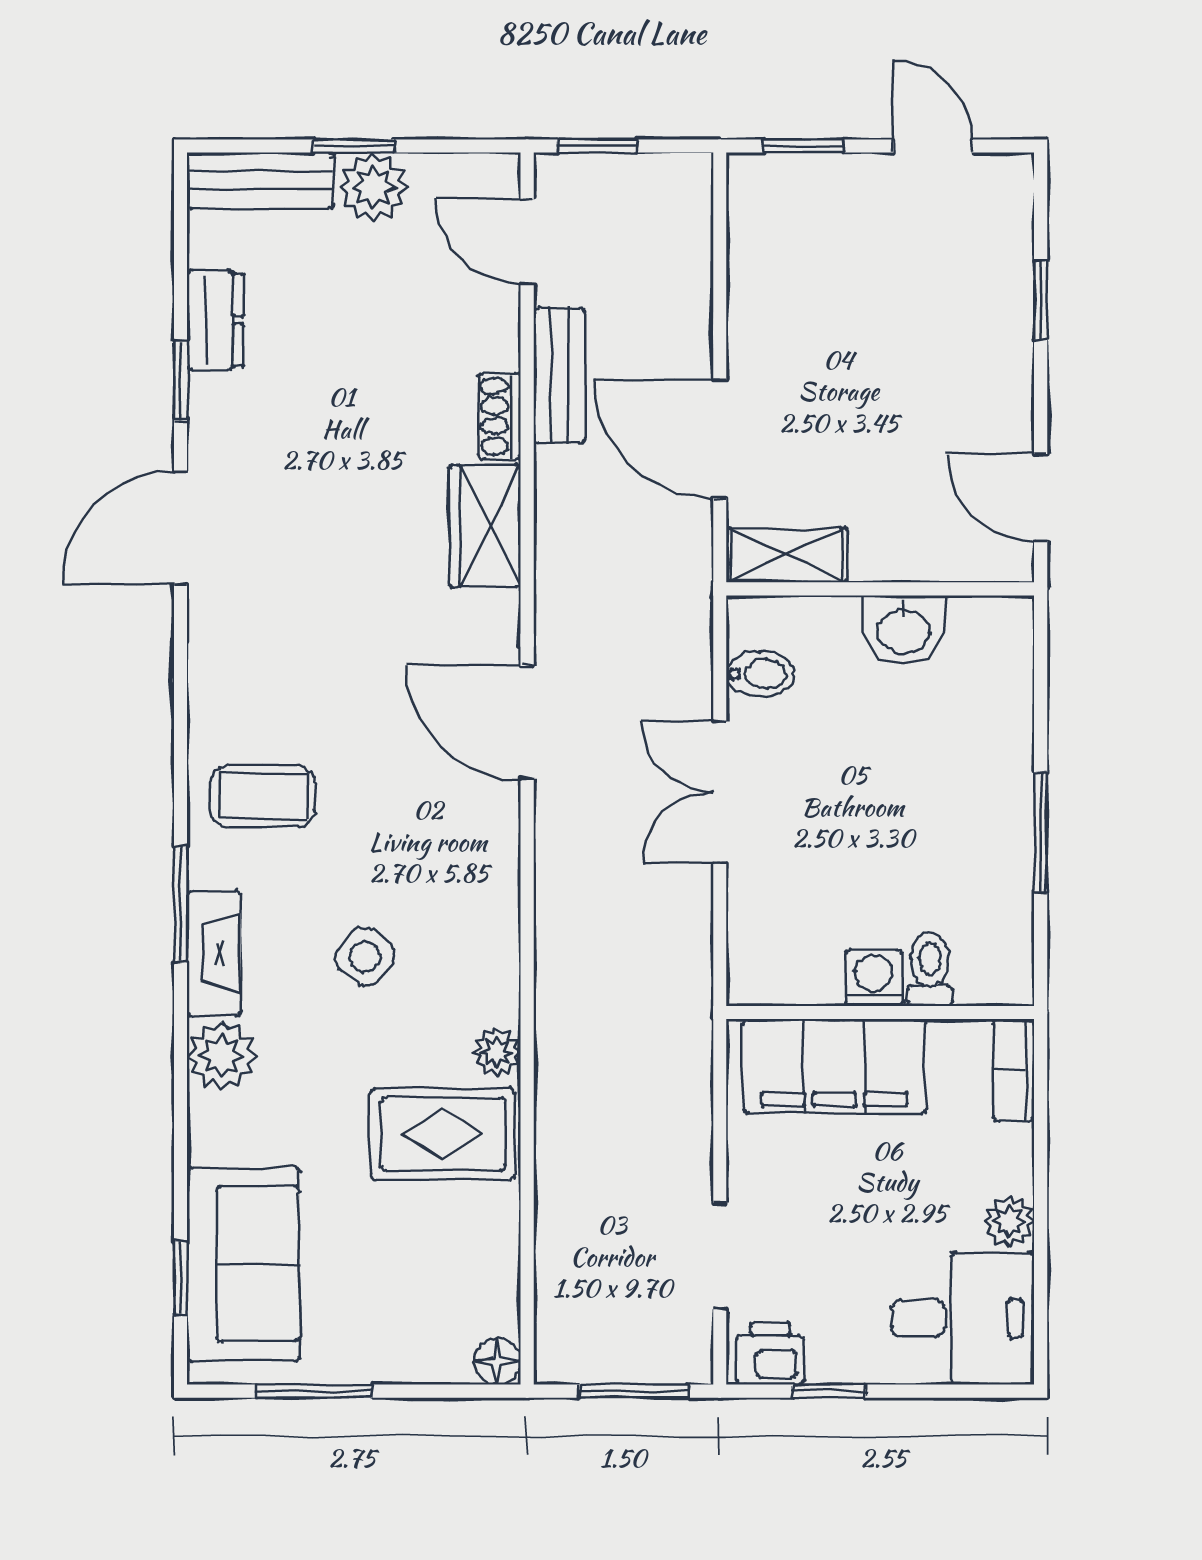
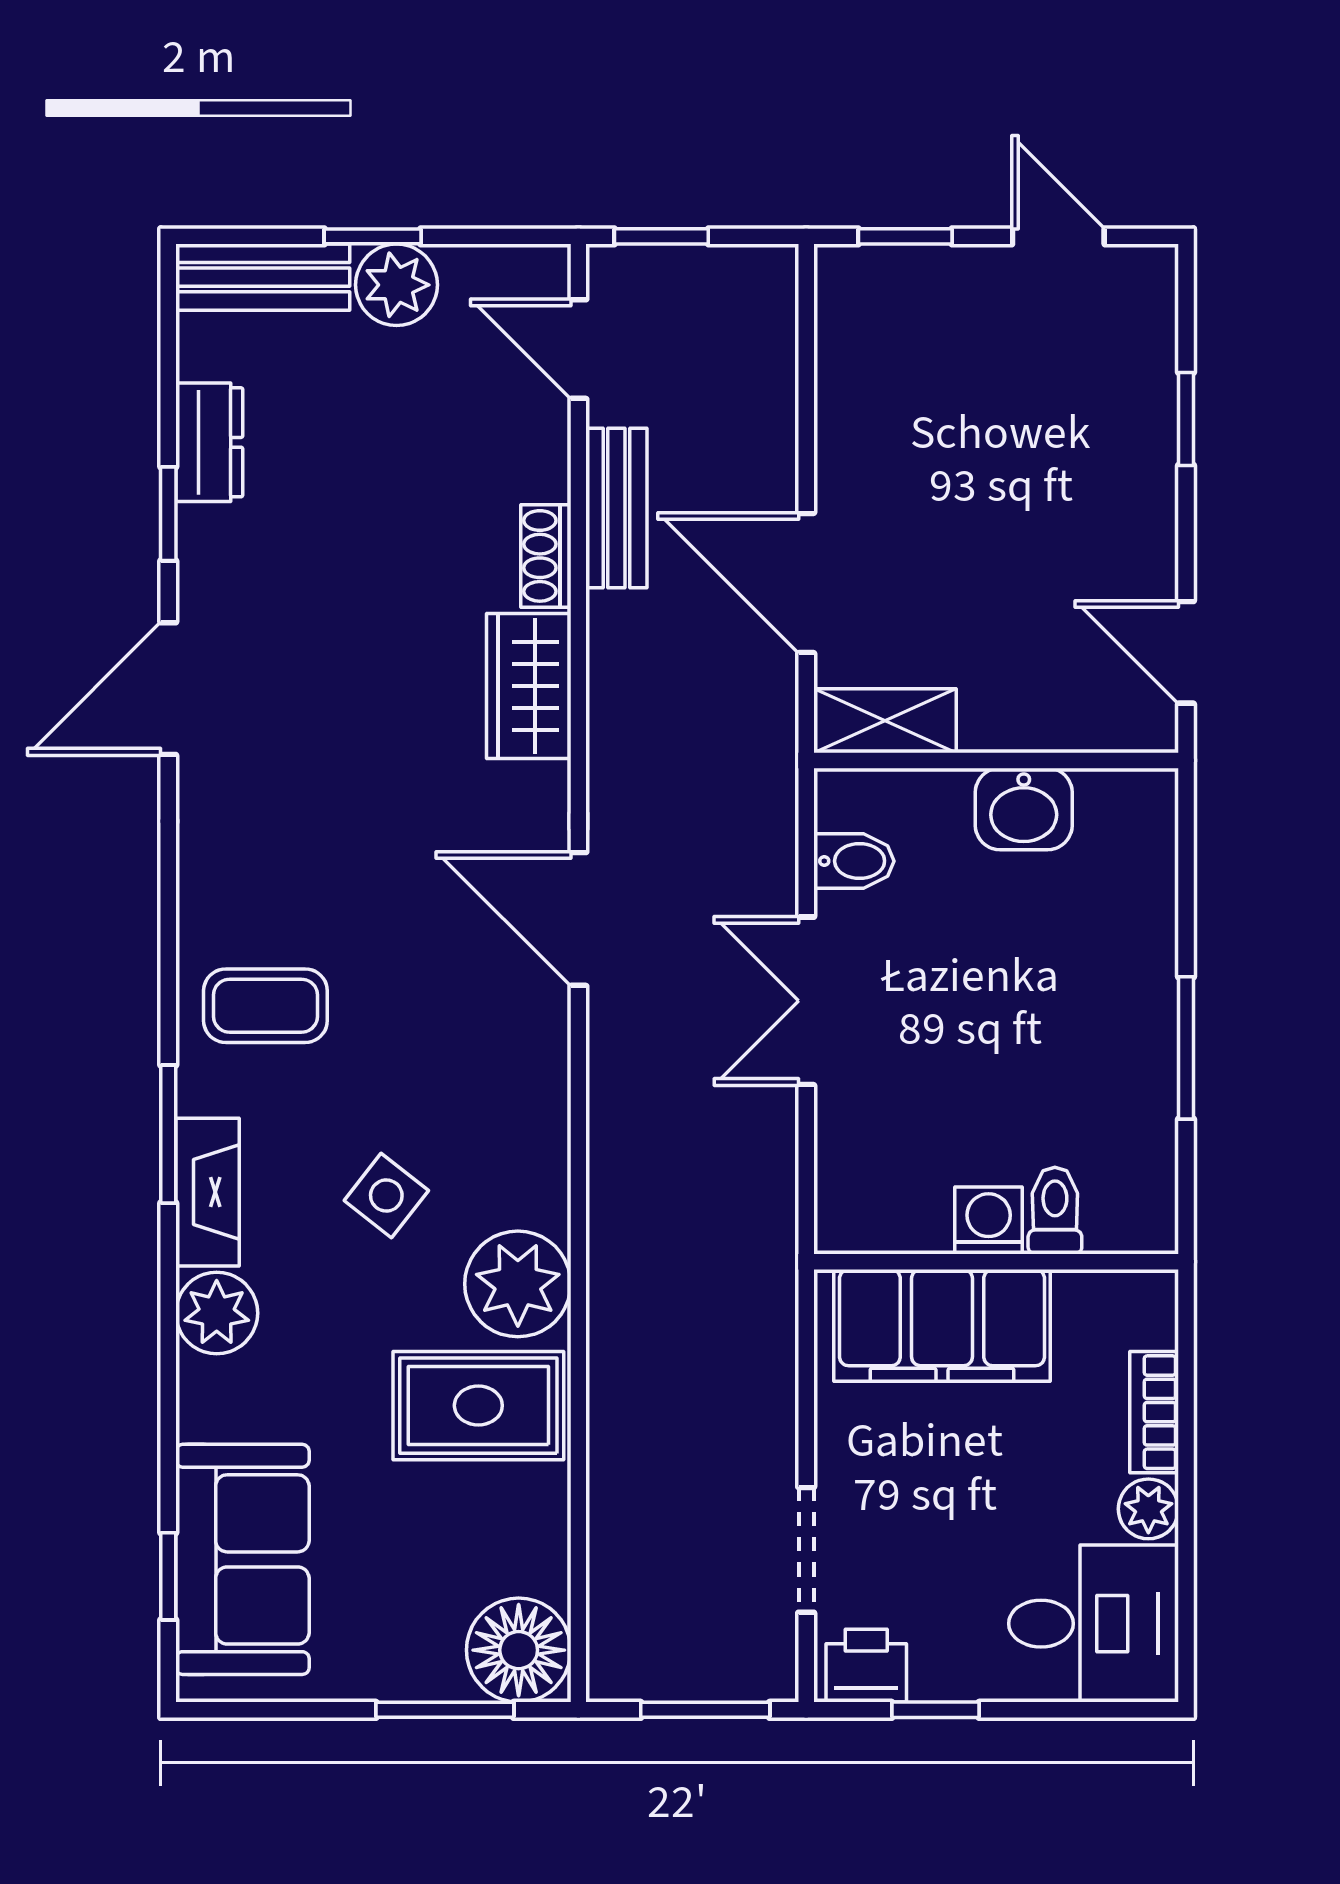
plant: (497, 1052) -> (518, 1284), width x1.88, depth x1.88
bookcase: (1014, 1070) -> (1154, 1412), moved
floor lamp: (497, 1361) -> (519, 1650), width x1.89, depth x1.89
window: (314, 1391) -> (445, 1710), moved

